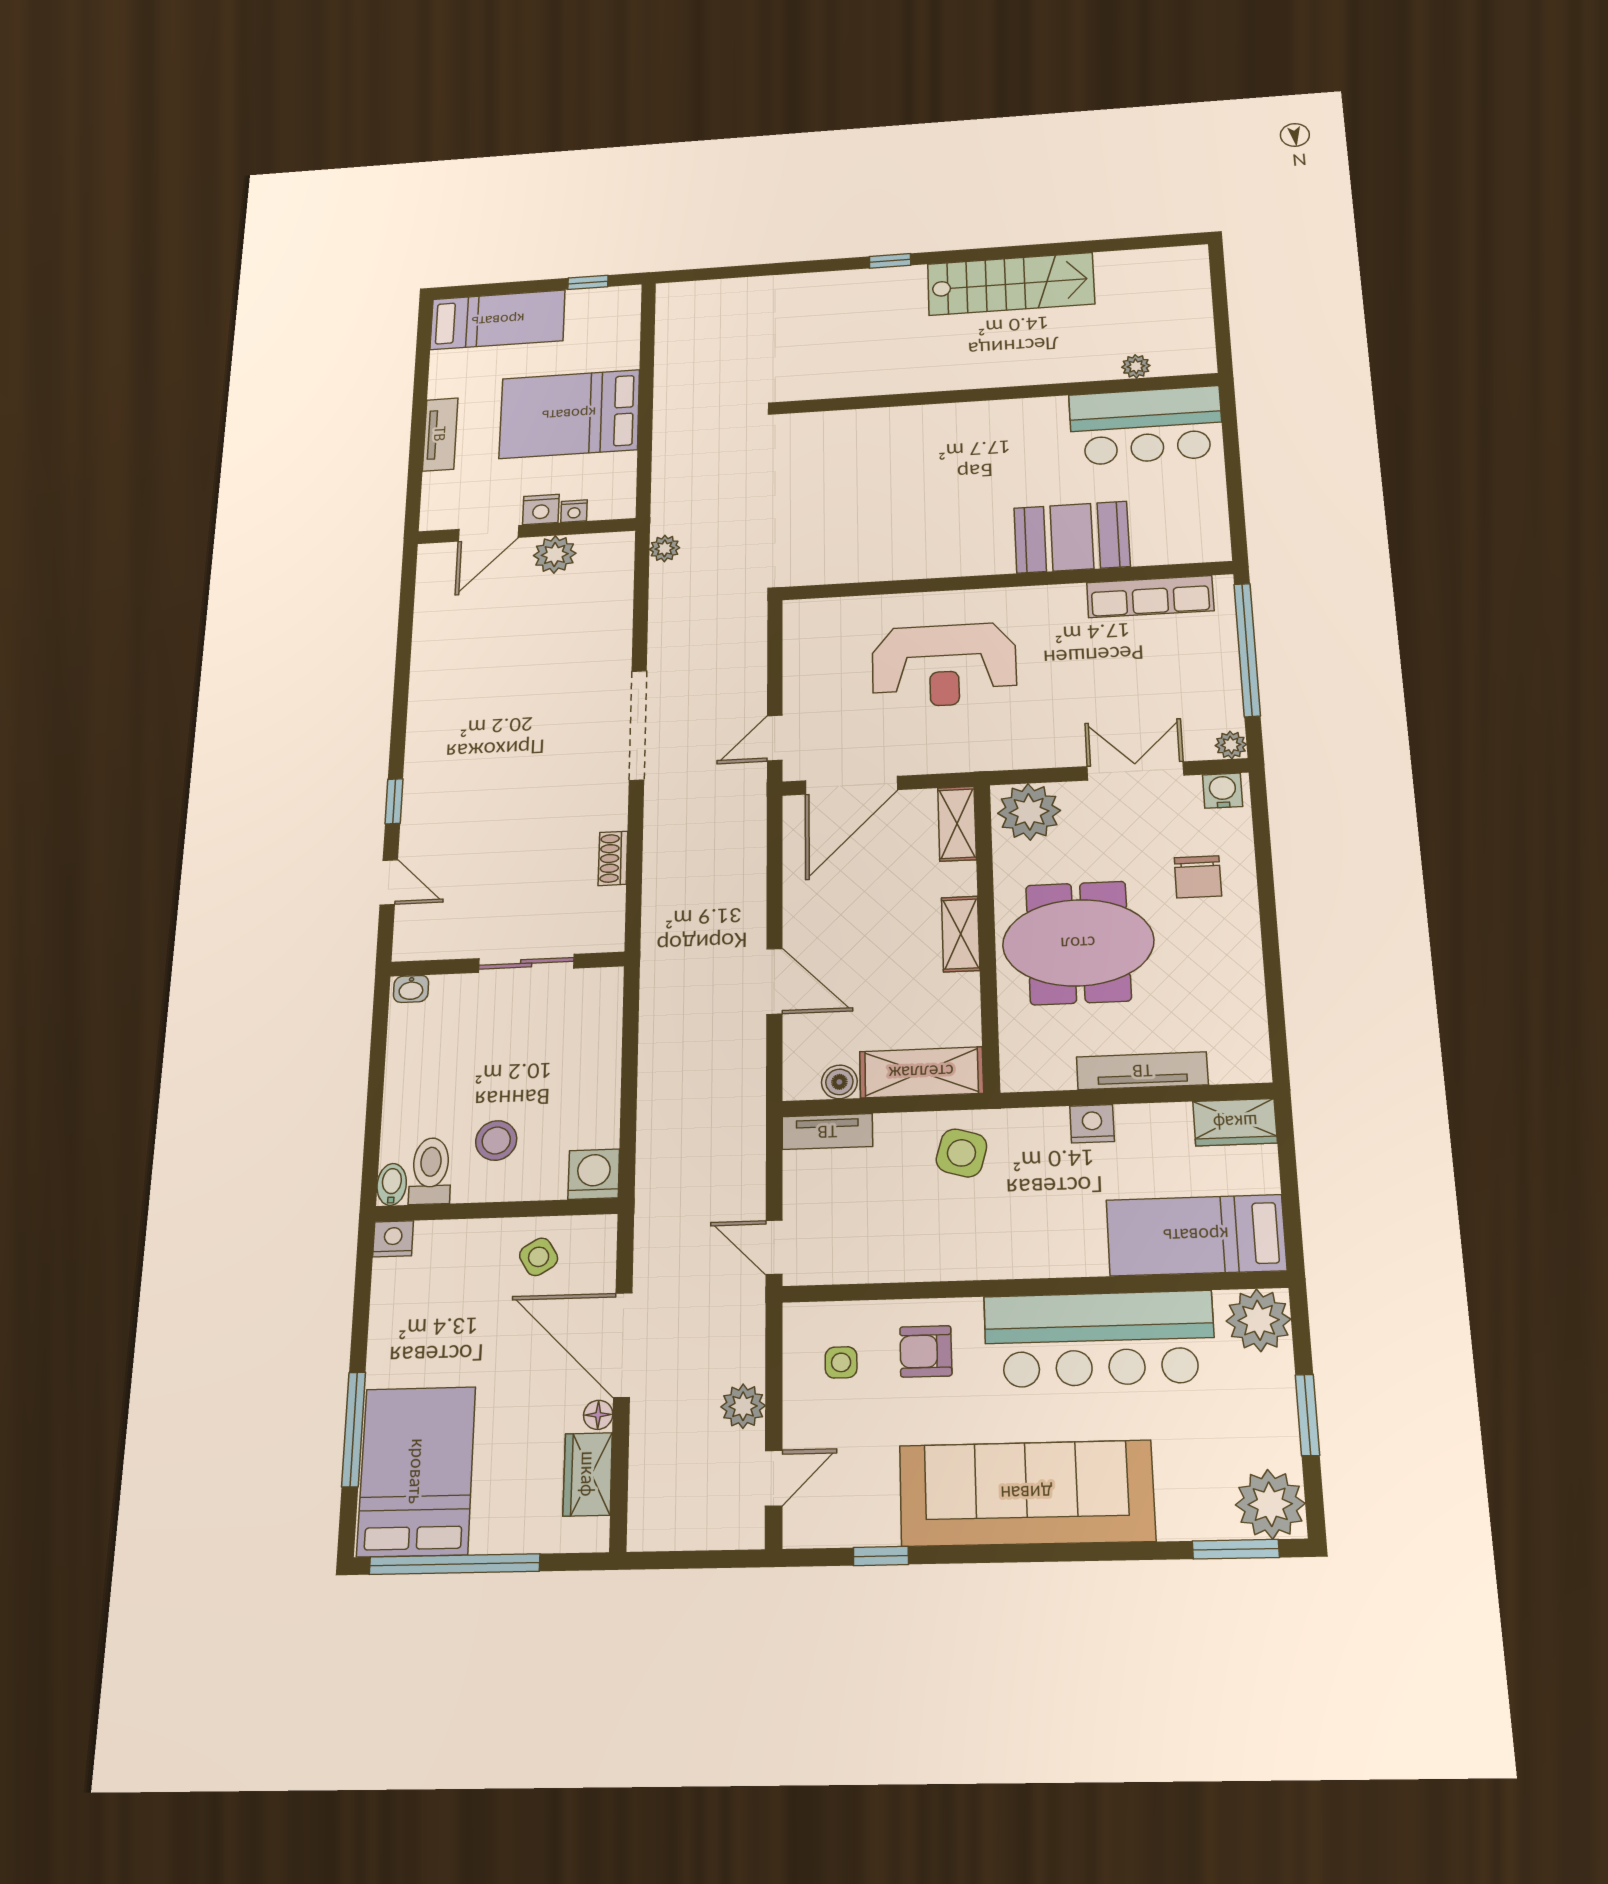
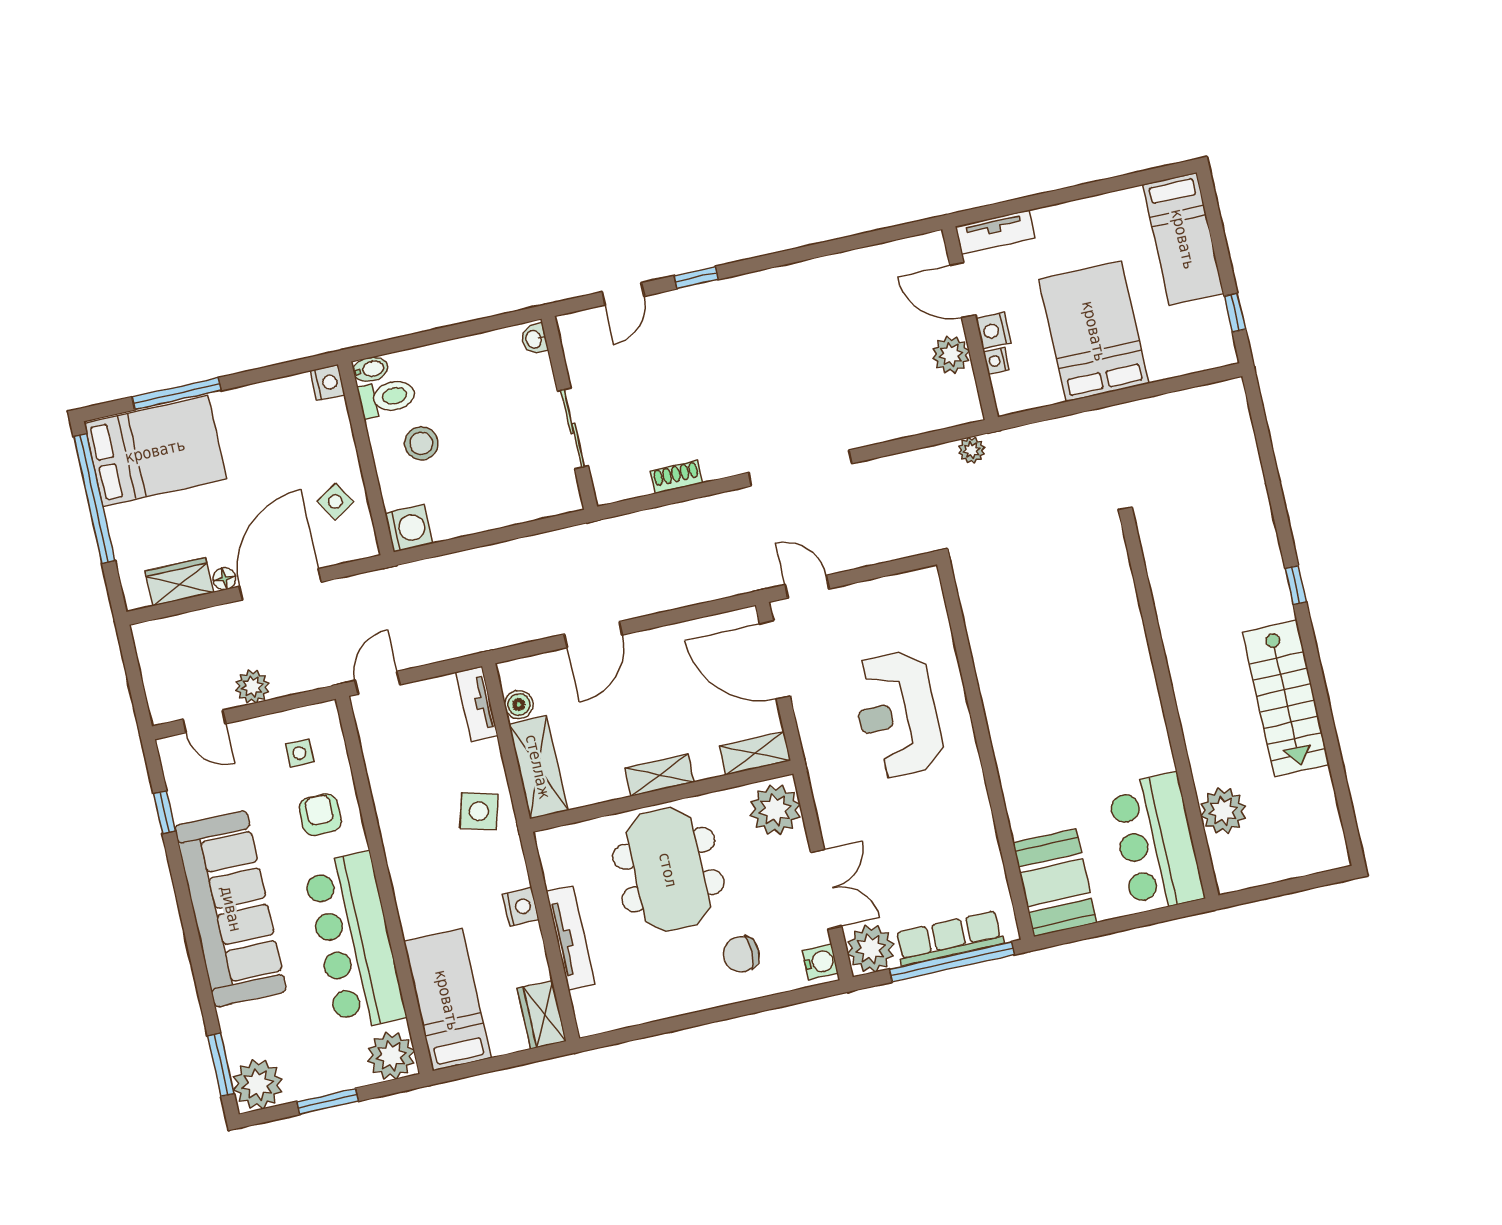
plant: (1136, 366) -> (1223, 811), width x1.87, depth x1.87
tv unit: (440, 434) -> (995, 232), moved
booth: (1072, 537) -> (1055, 883), moved
row of seats: (1150, 597) -> (949, 938), moved, turned 90
plant: (1231, 745) -> (871, 949), width x1.88, depth x1.88

